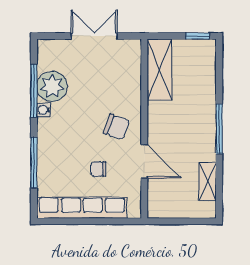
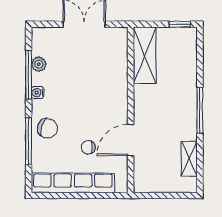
plant: (52, 86) -> (39, 64), width x0.53, depth x0.53
chair: (116, 127) -> (47, 128), moved
door: (144, 161) -> (131, 140), swing flipped

